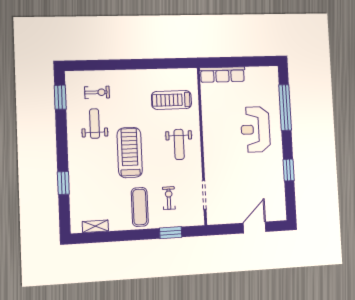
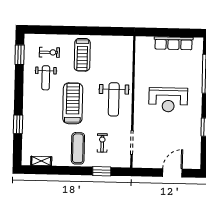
row of seats: (222, 75) -> (174, 43), moved
treadmill: (172, 100) -> (82, 55), moved, turned -90
weight bench: (95, 124) -> (46, 78), turned 180
reception desk: (255, 129) -> (168, 100), moved, turned -90
weight bench: (179, 144) -> (114, 99), width x1.36, depth x1.33

